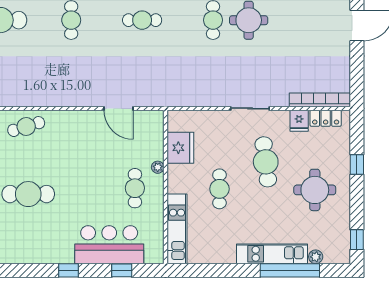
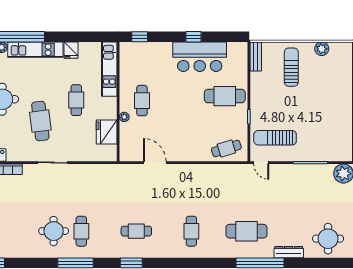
fridge: (299, 121) -> (71, 50), moved, turned 180
bar counter: (109, 245) -> (200, 57), moved
window: (122, 270) -> (140, 37), moved

